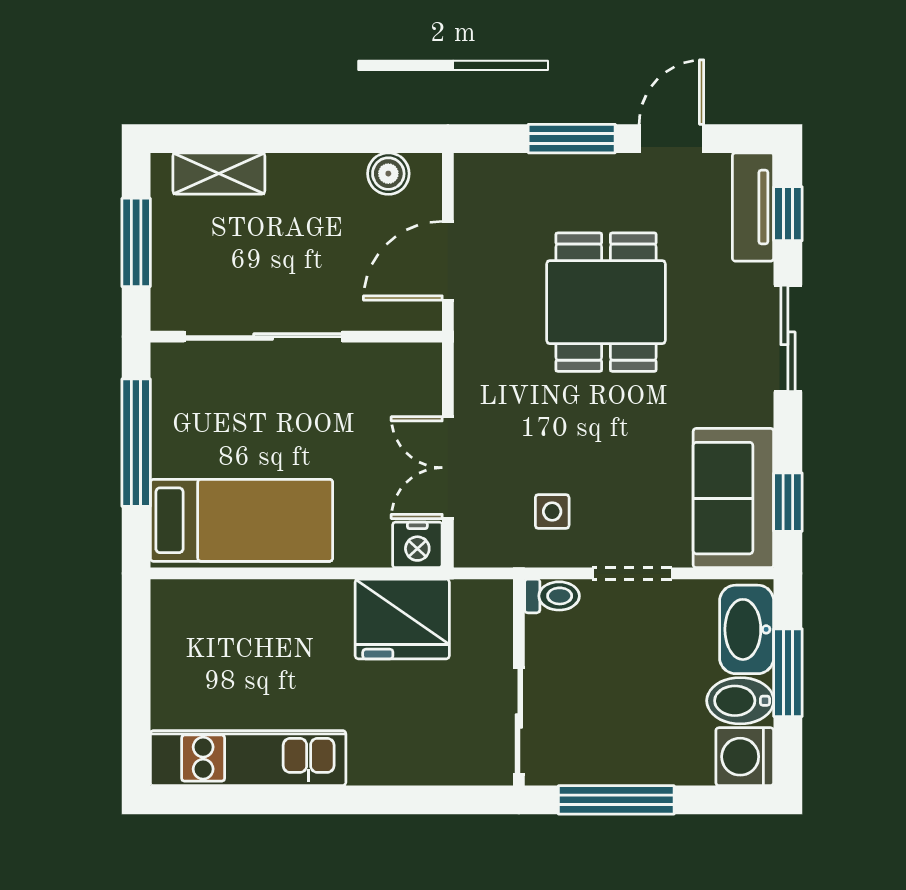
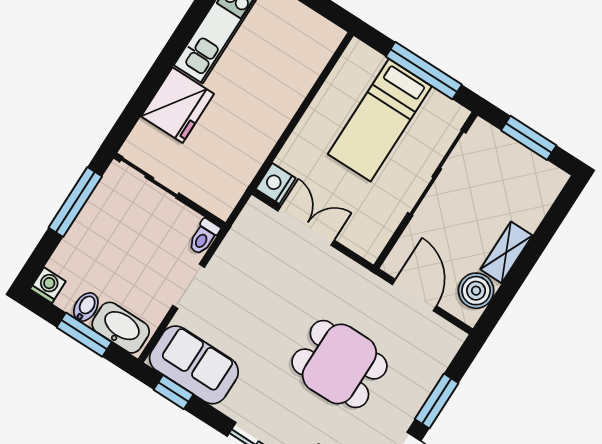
shelving: (219, 173) -> (506, 252), moved
boiler: (388, 174) -> (476, 291), width x1.36, depth x1.36
side table: (552, 511) -> (248, 265), removed
bed: (241, 520) -> (380, 120), moved
fridge: (402, 619) -> (177, 105), moved, turned 180
bidet: (740, 701) -> (86, 307), width x0.72, depth x0.74
washing machine: (745, 757) -> (48, 285), width x0.73, depth x0.73

